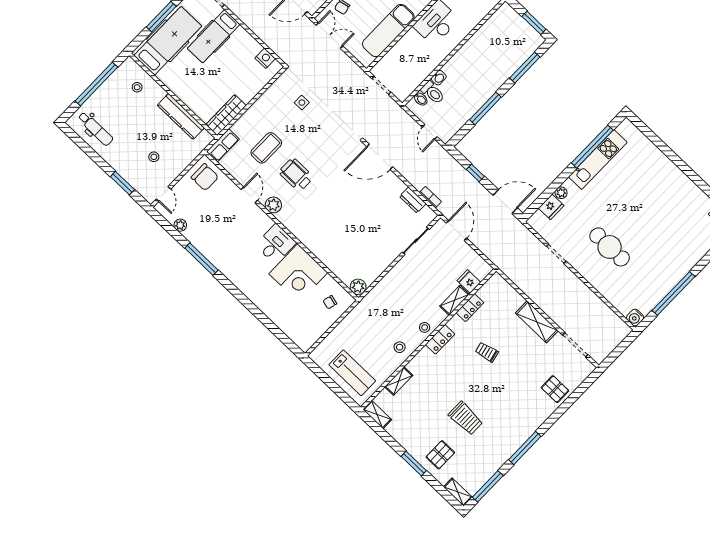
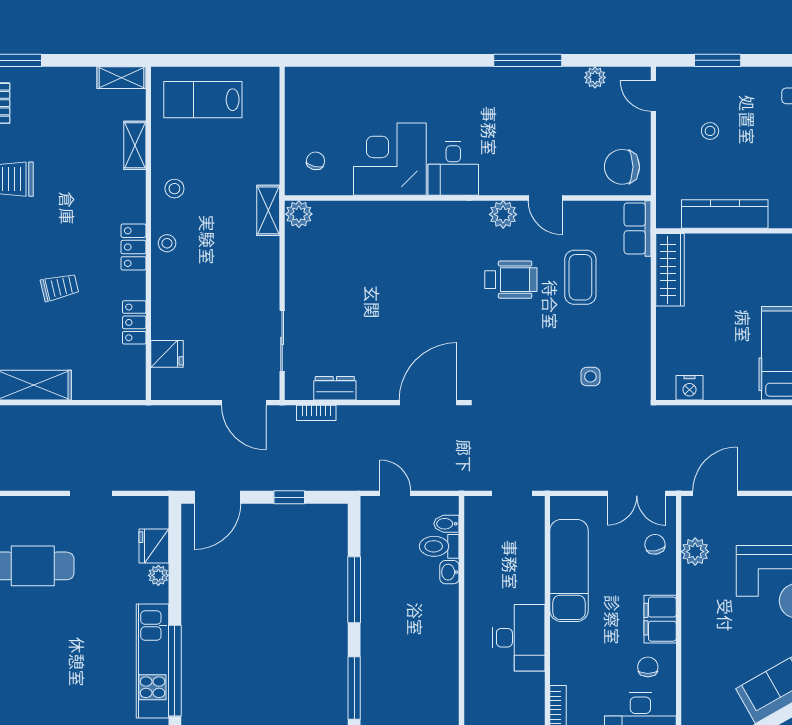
shelving: (455, 300) -> (268, 210), moved

